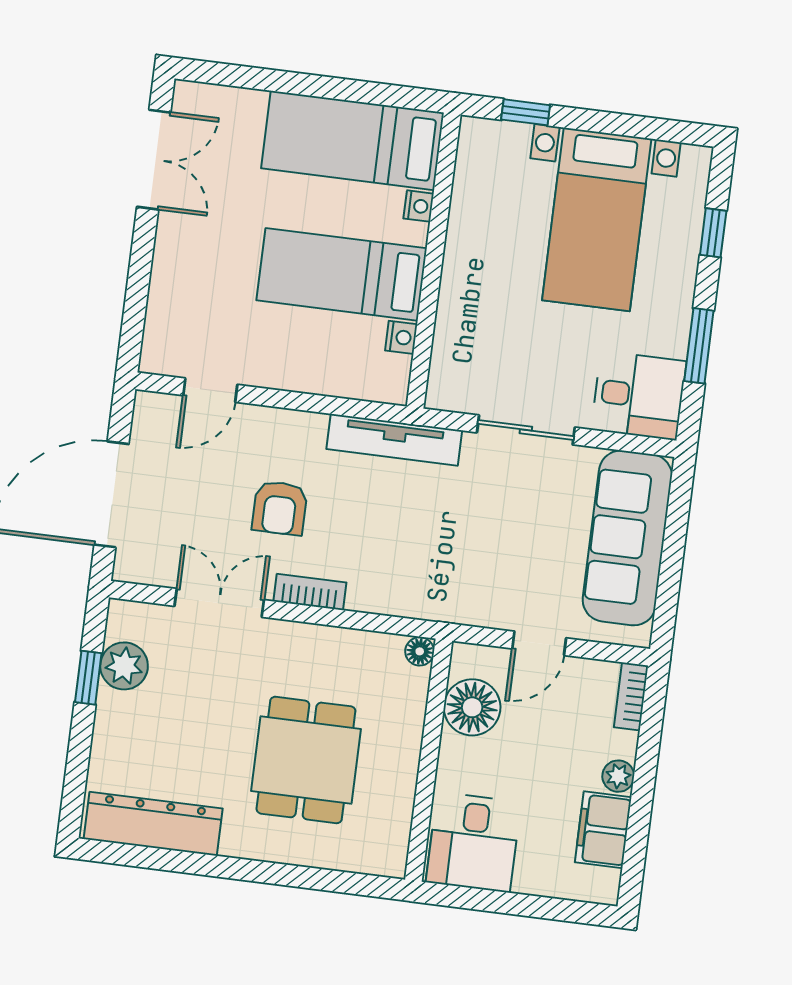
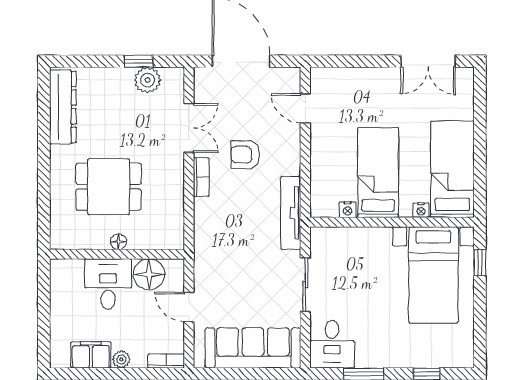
bed with nightstands: (597, 219) -> (433, 275), moved, turned -90
floor lamp: (420, 651) -> (119, 242), moved
desk: (473, 842) -> (108, 284), moved, turned 90

